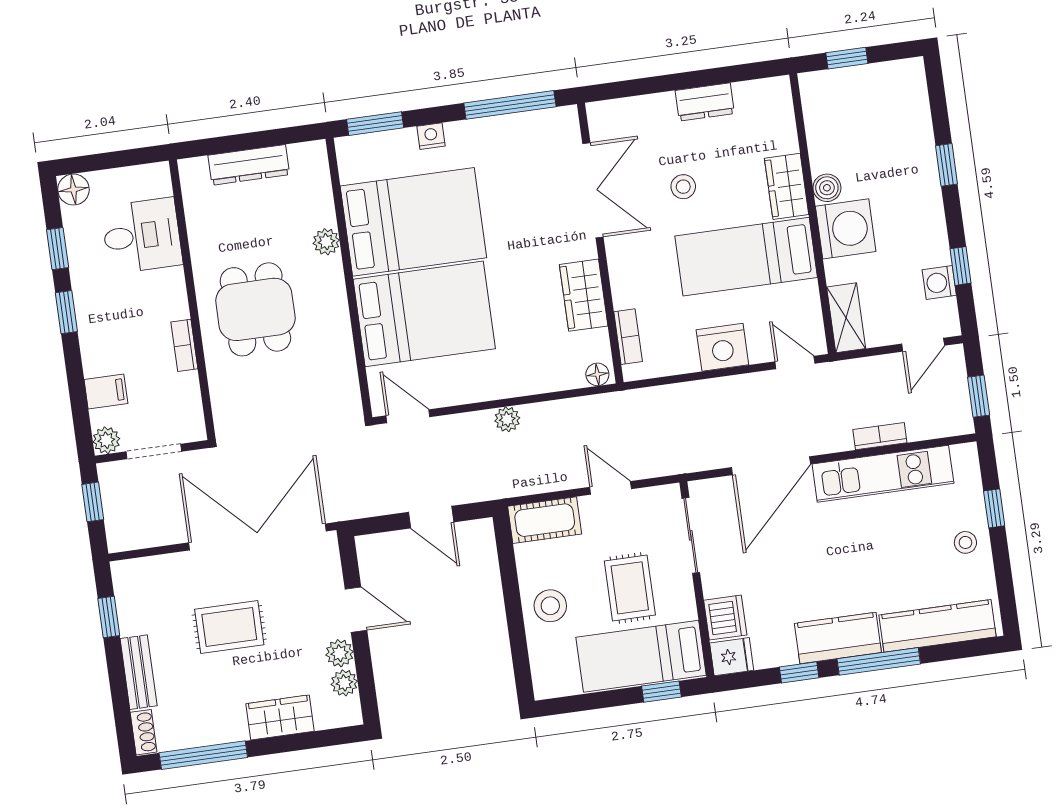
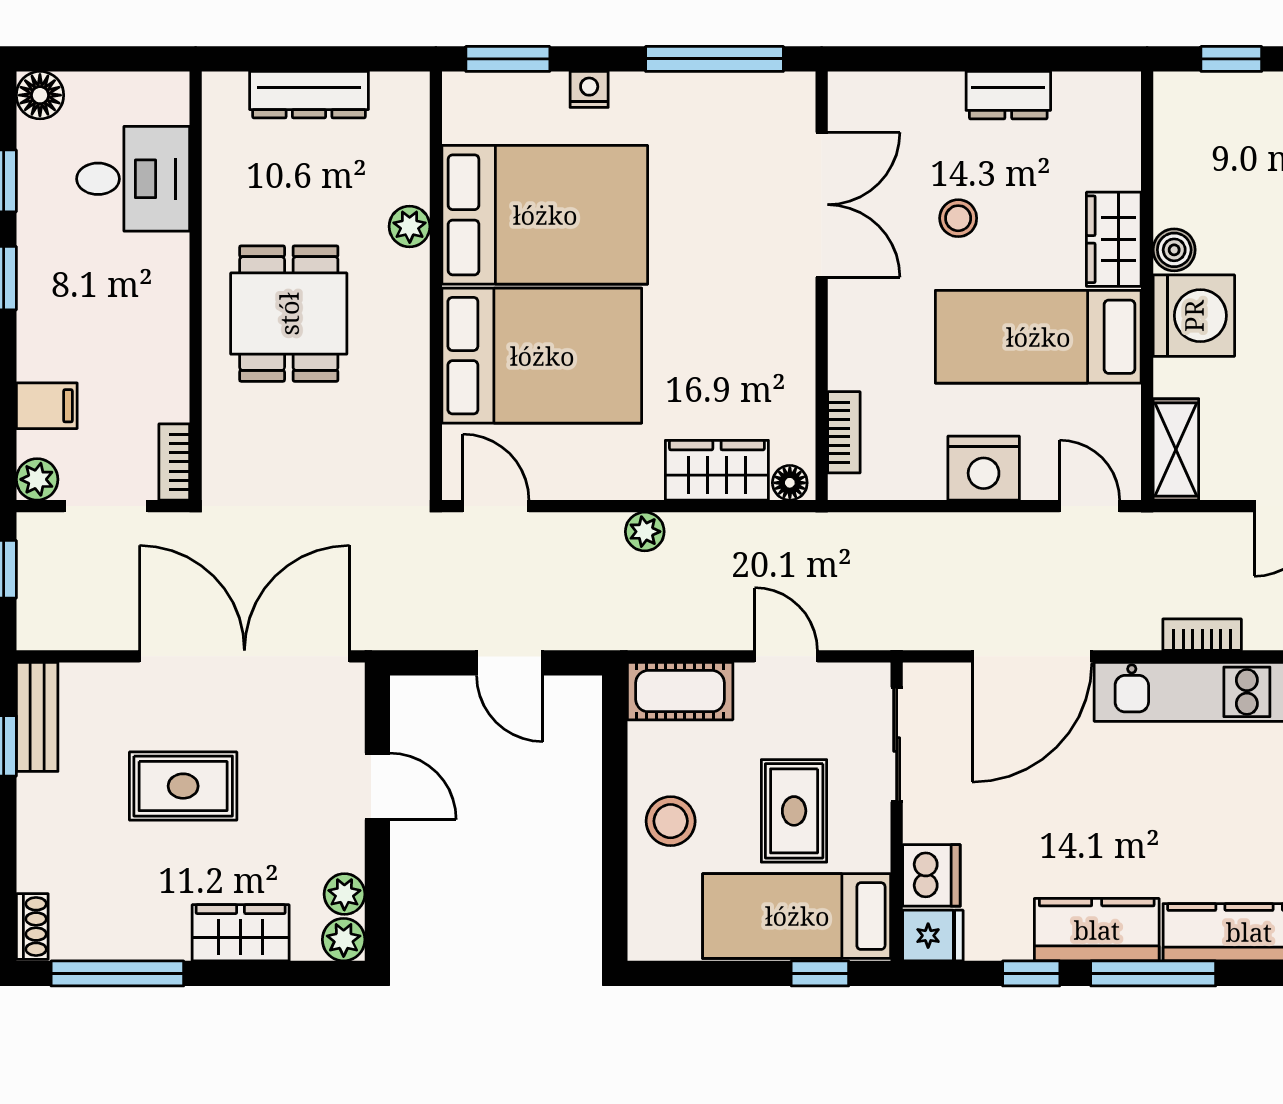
wardrobe: (584, 295) -> (717, 470), moved, turned 90
bookcase: (184, 345) -> (174, 462), moved
plant: (340, 653) -> (344, 940), moved
bench: (139, 672) -> (37, 717), moved

